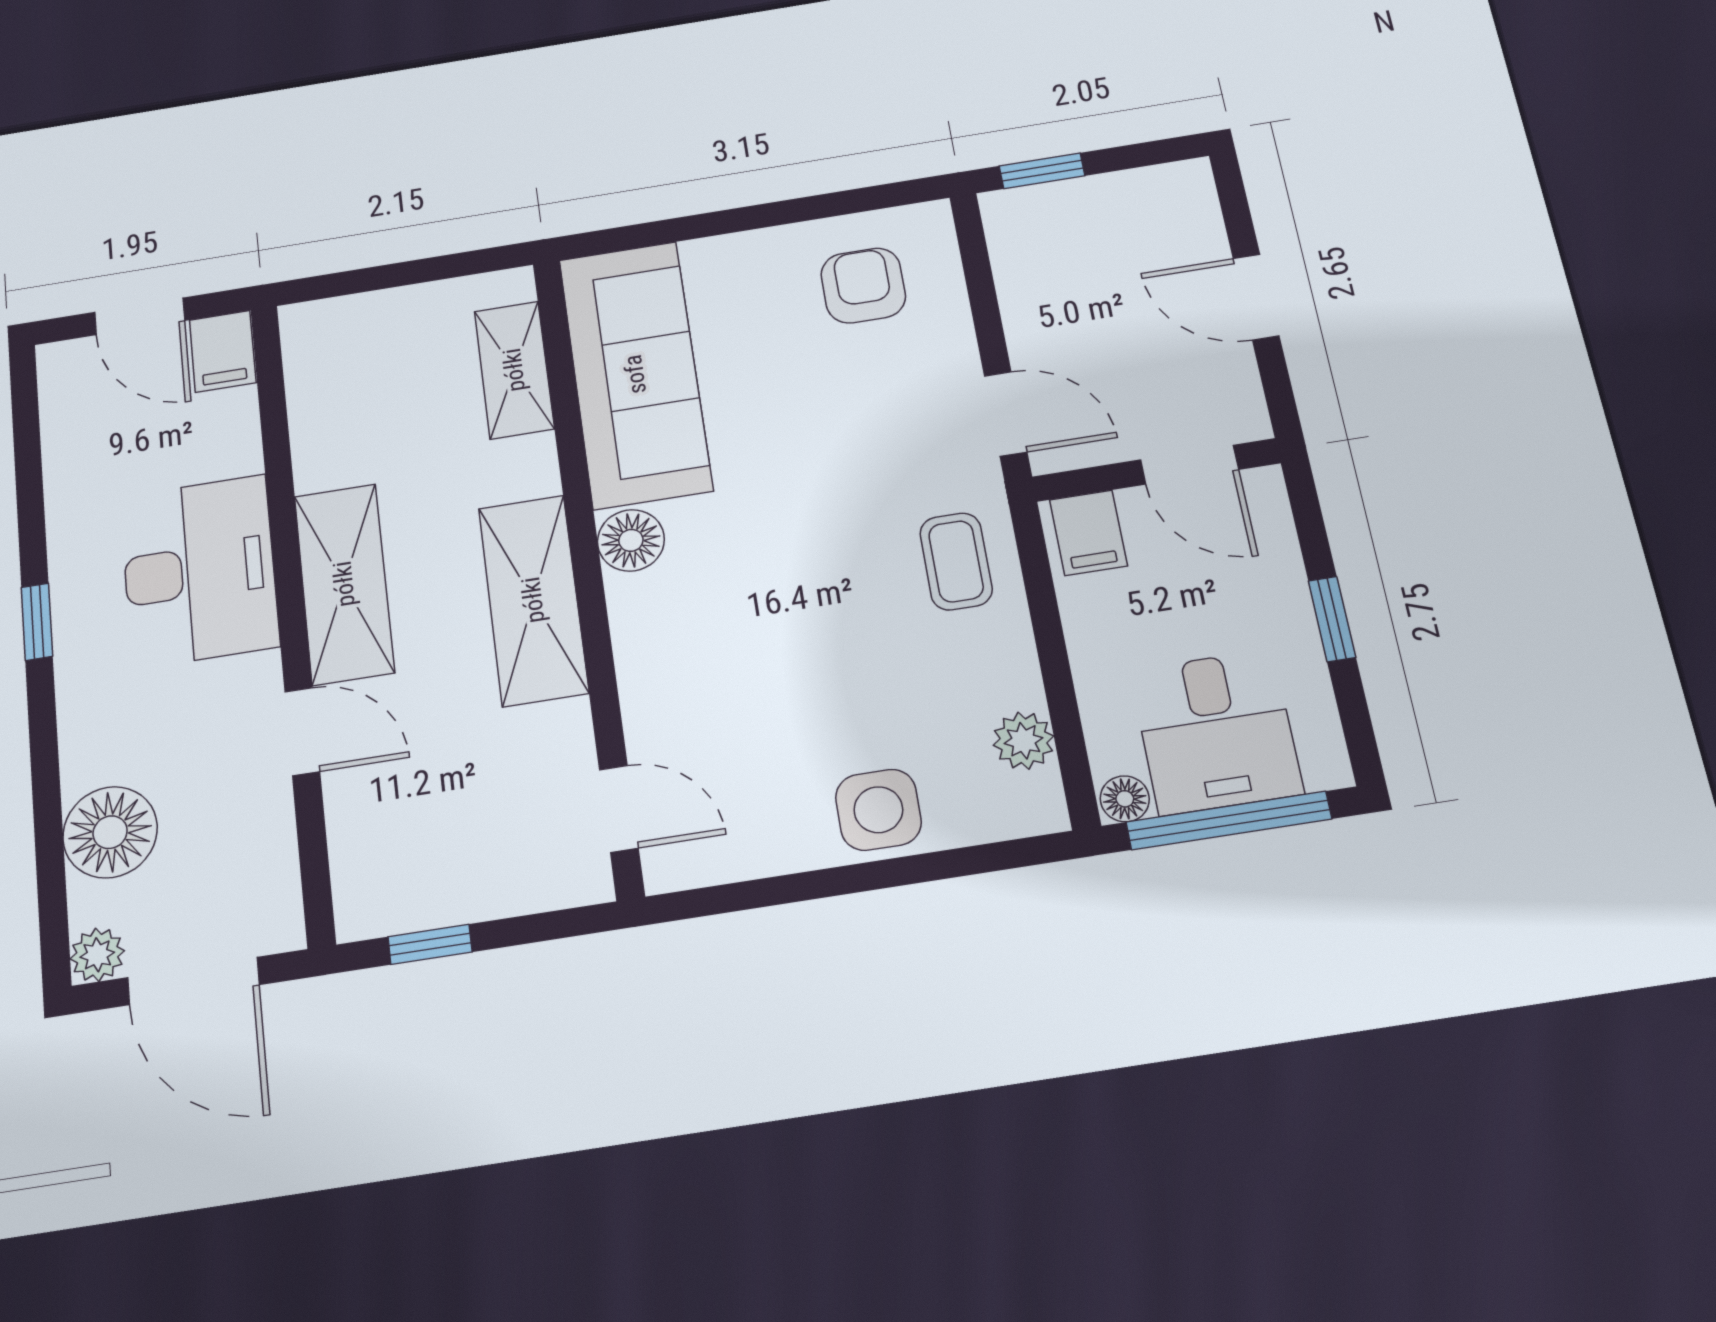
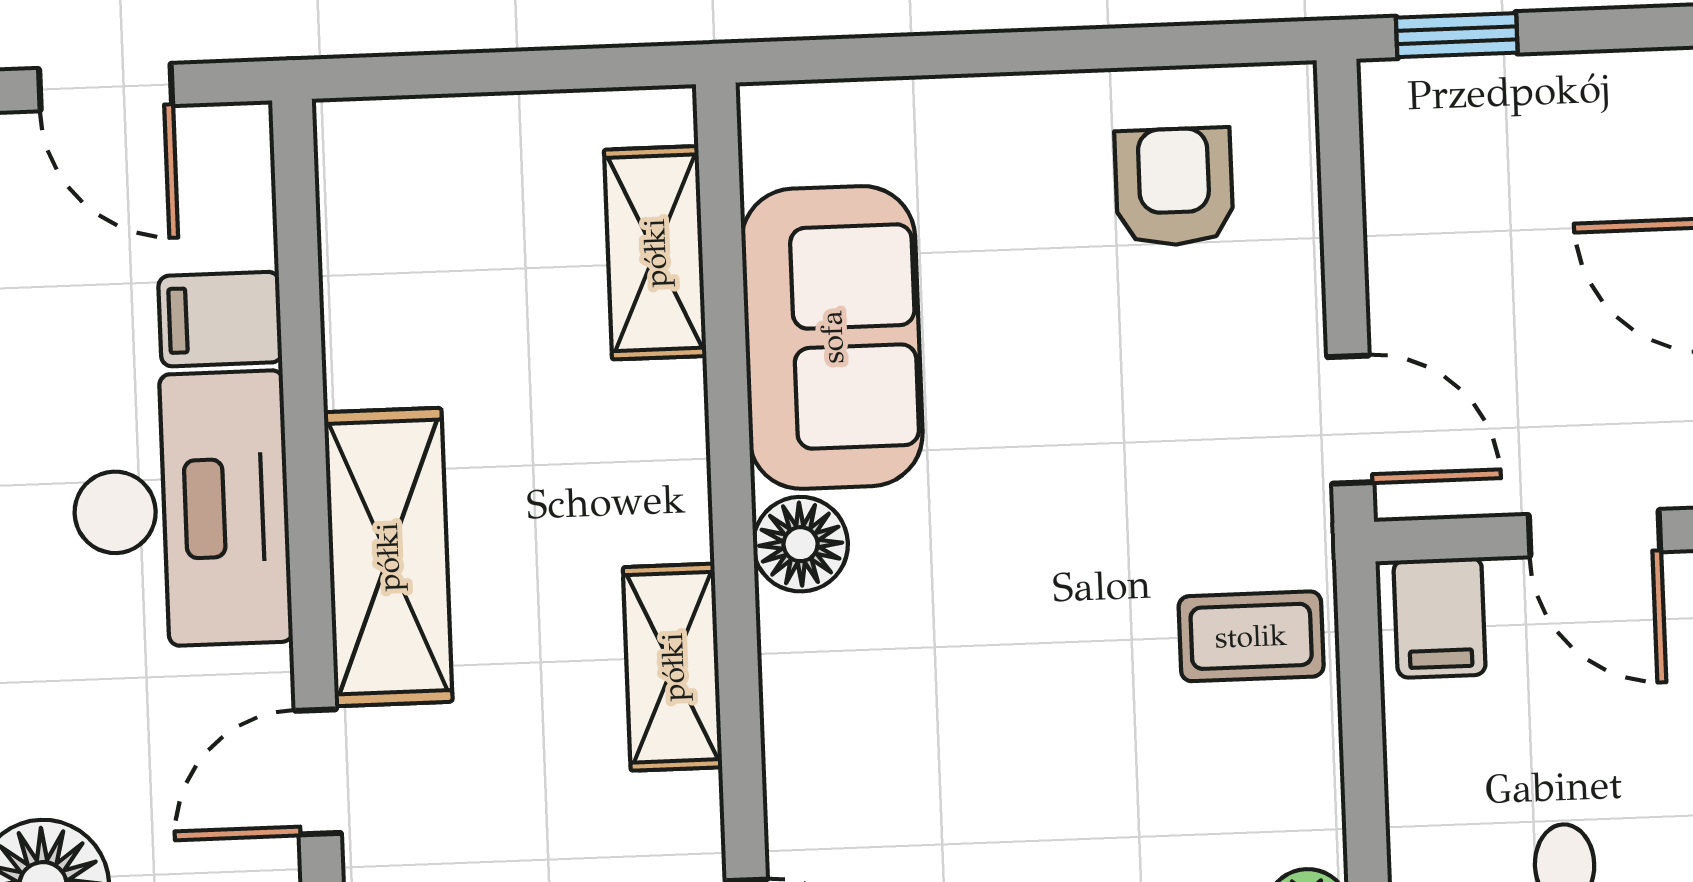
filing cabinet: (223, 351) -> (220, 319), moved, turned 90
sofa: (635, 374) -> (832, 337), width x0.73
coffee table: (956, 561) -> (1251, 636), turned 90
shelving: (533, 600) -> (673, 667), width x0.67, depth x0.75
door: (302, 731) -> (318, 772), swing flipped

